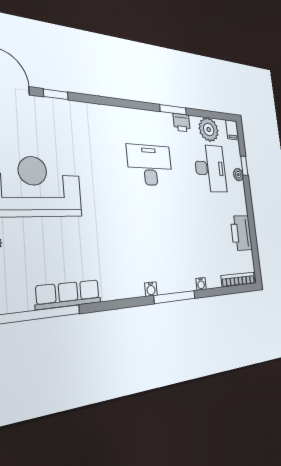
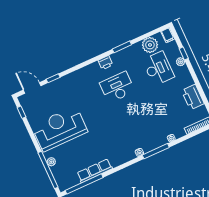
printer: (182, 123) -> (105, 63), moved

